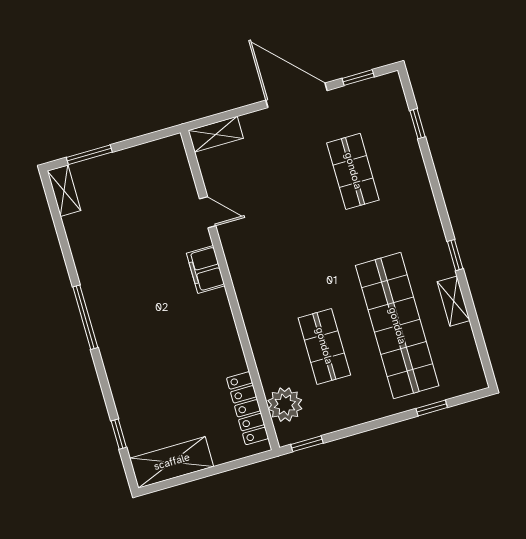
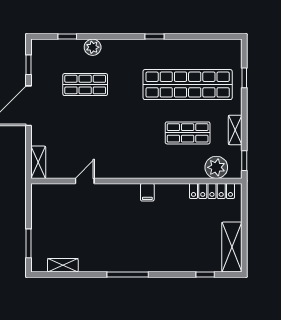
plant: (412, 166) -> (93, 47), added
shelving: (64, 191) -> (63, 265), moved
filing cabinet: (206, 269) -> (147, 192), moved, width x0.50
shelving: (454, 301) -> (235, 130), moved, turned 90

